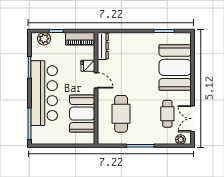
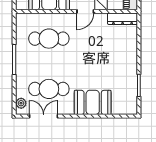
booth: (175, 67) -> (93, 102), width x0.73, depth x0.70
cafe table: (167, 114) -> (49, 89), width x1.37, depth x1.35

